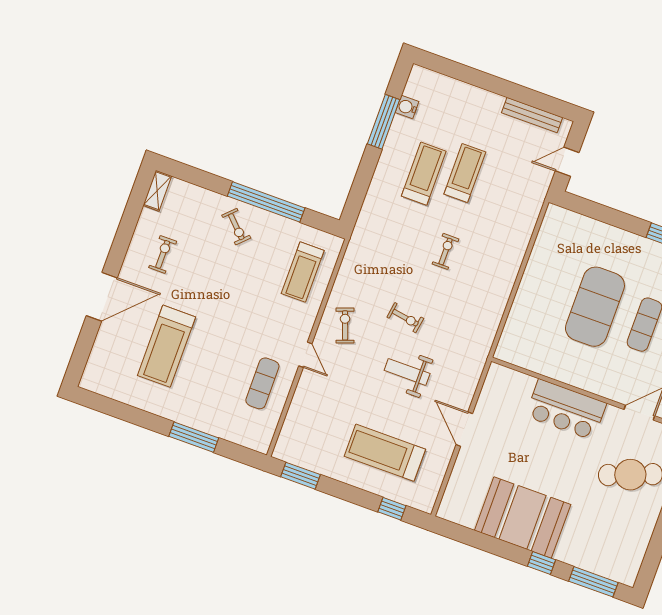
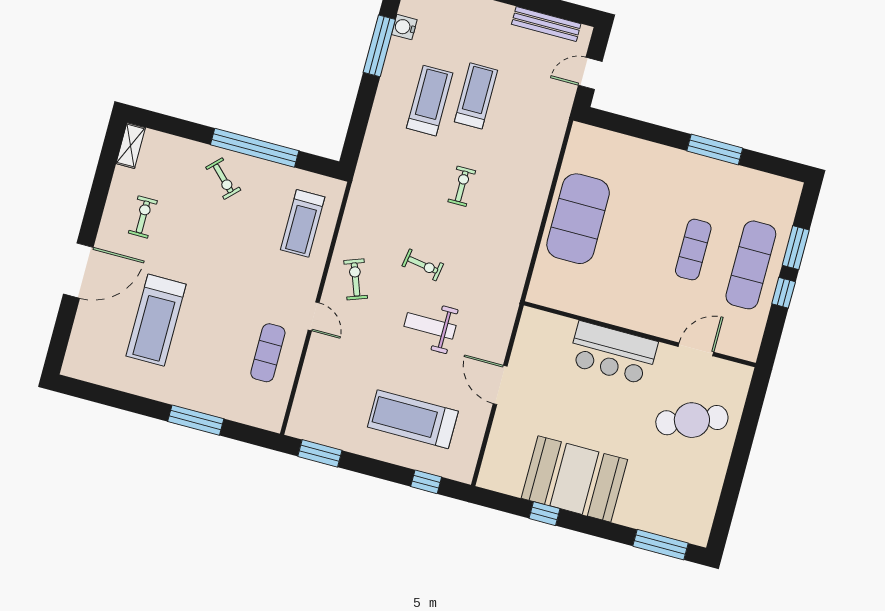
exercise mat: (595, 307) -> (578, 219), moved
window: (541, 563) -> (544, 514), moved

